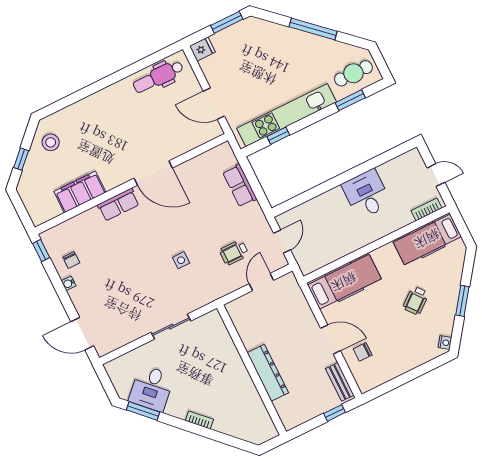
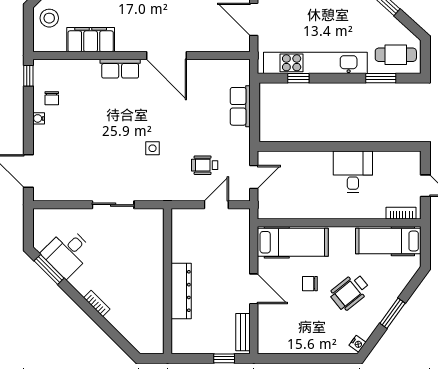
stool: (34, 191) -> (49, 18), added
wheelchair: (416, 301) -> (350, 292), width x1.36, depth x1.37
chair: (363, 352) -> (310, 284), moved

